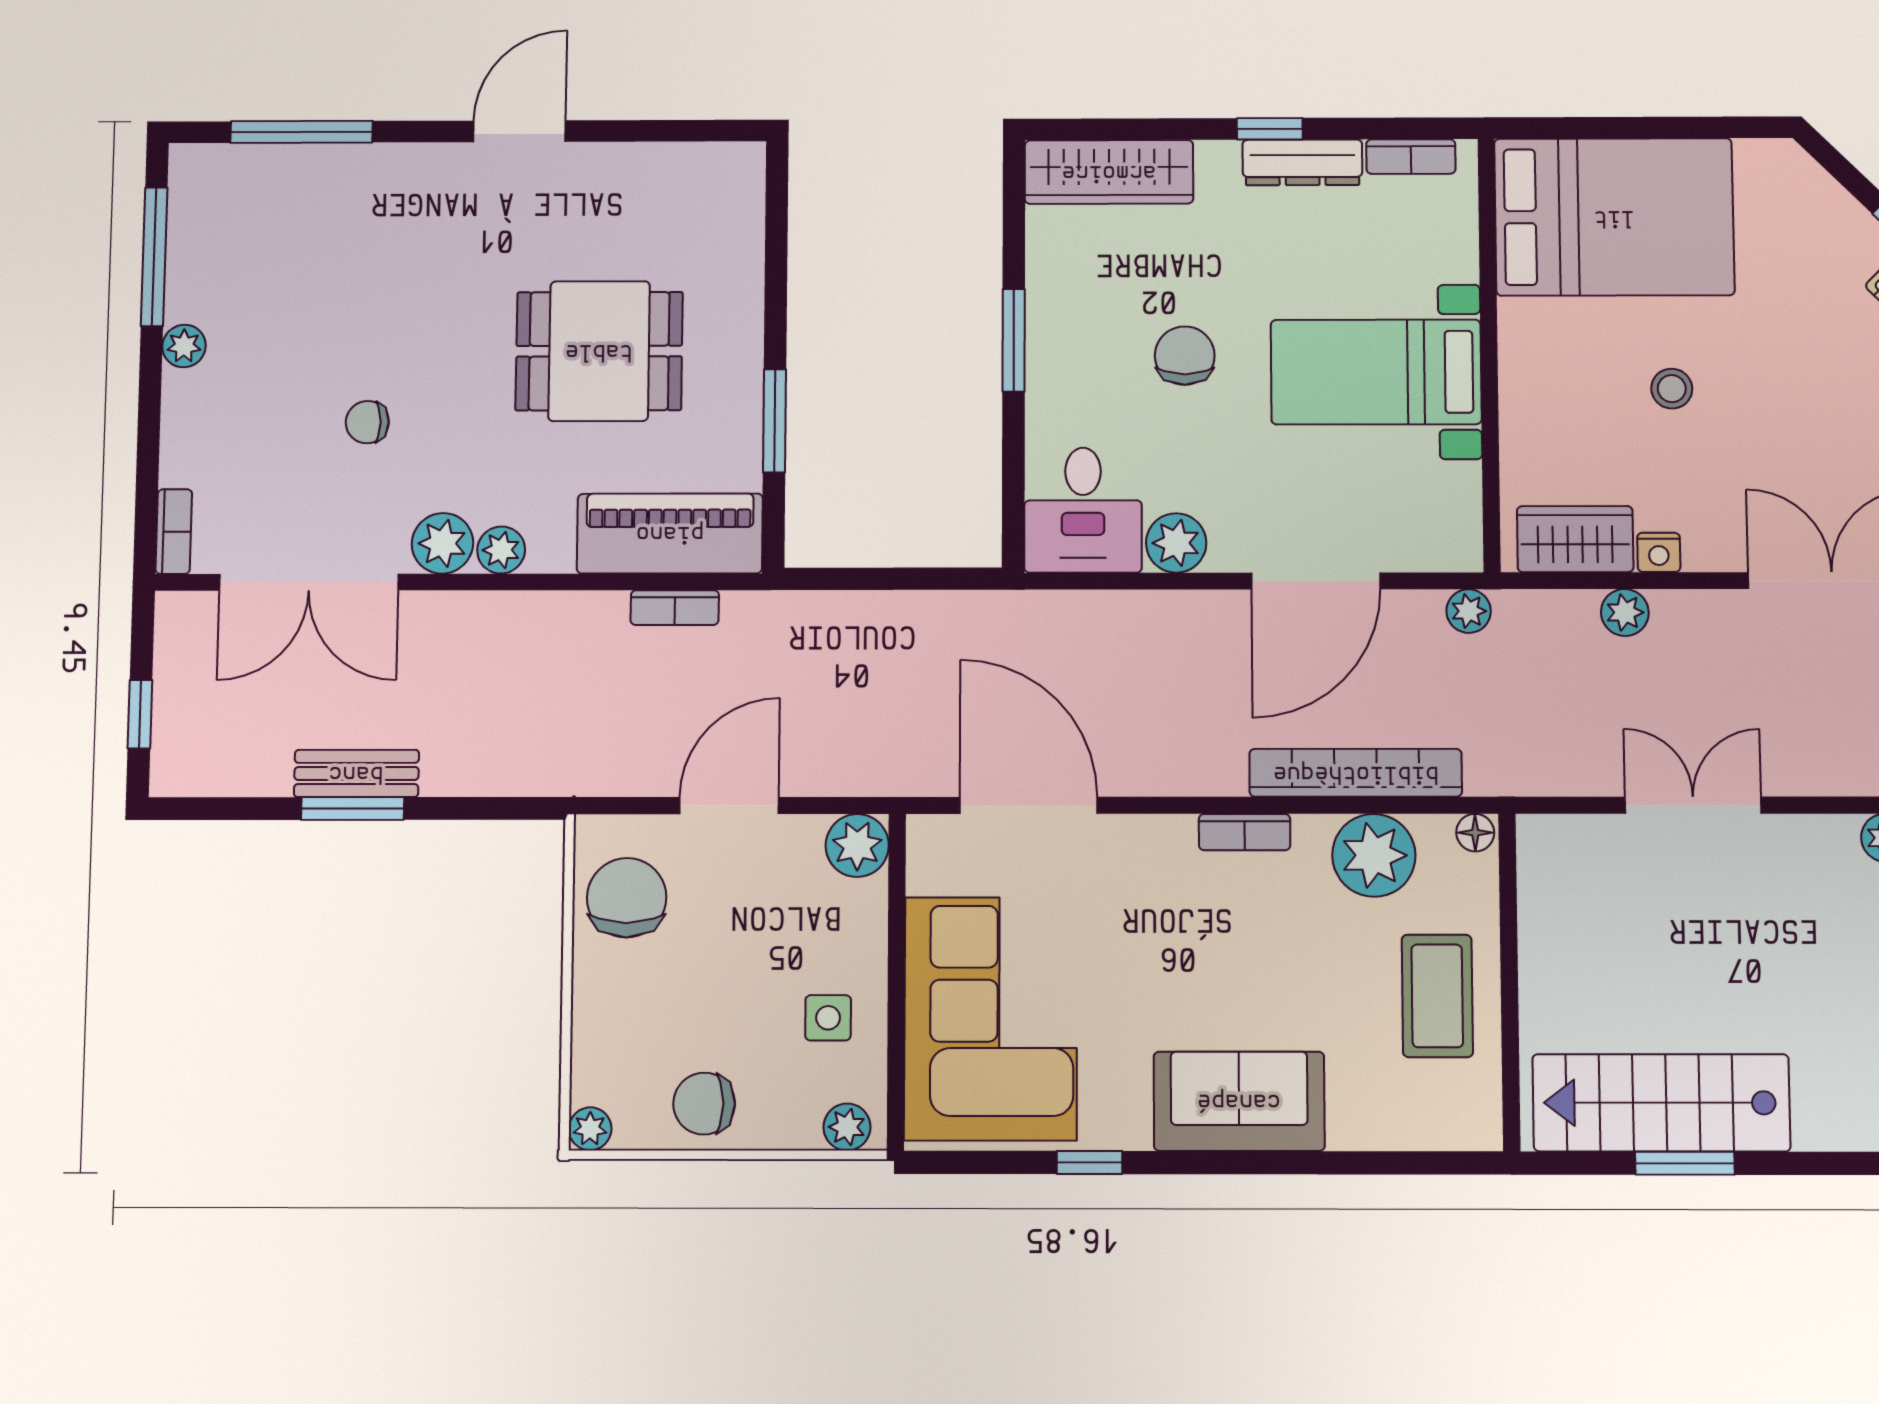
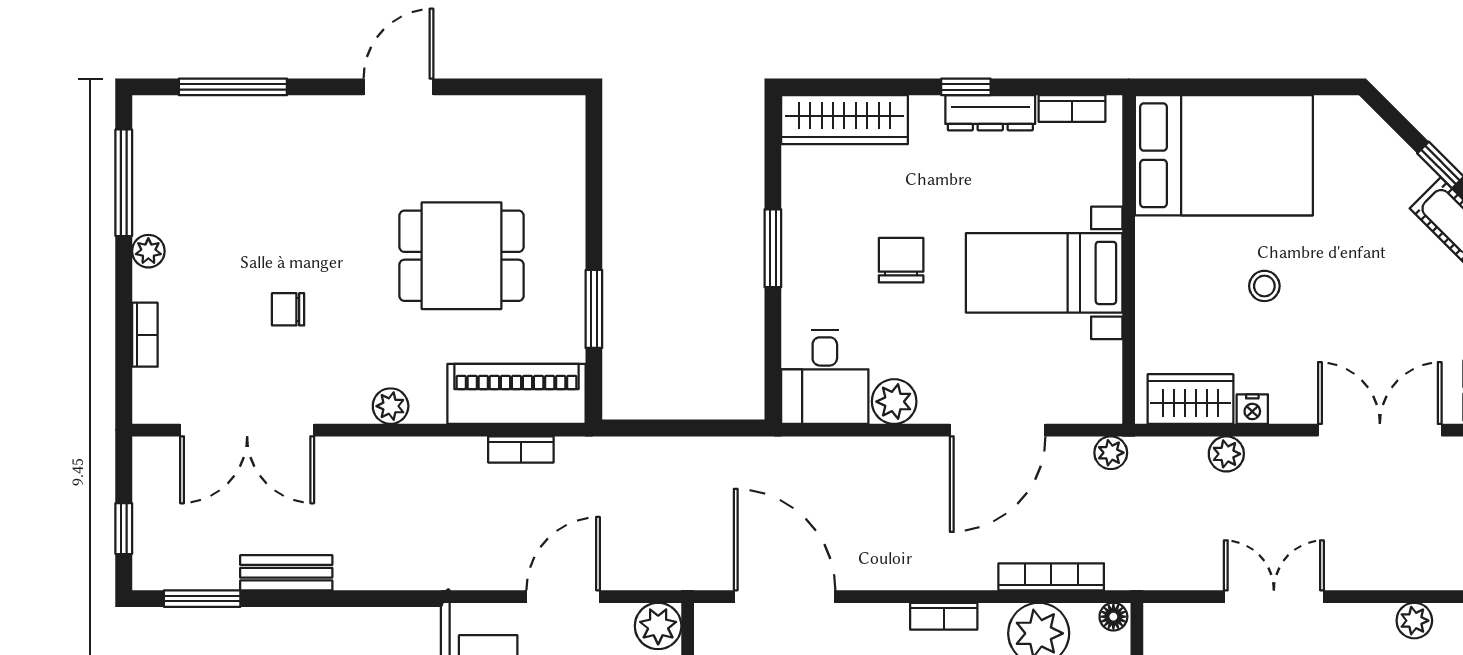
bookcase: (174, 532) -> (145, 335), moved
plant: (442, 543) -> (347, 401), removed
bookcase: (1356, 773) -> (1051, 577), width x0.68, depth x0.76
window: (353, 808) -> (202, 599), moved

